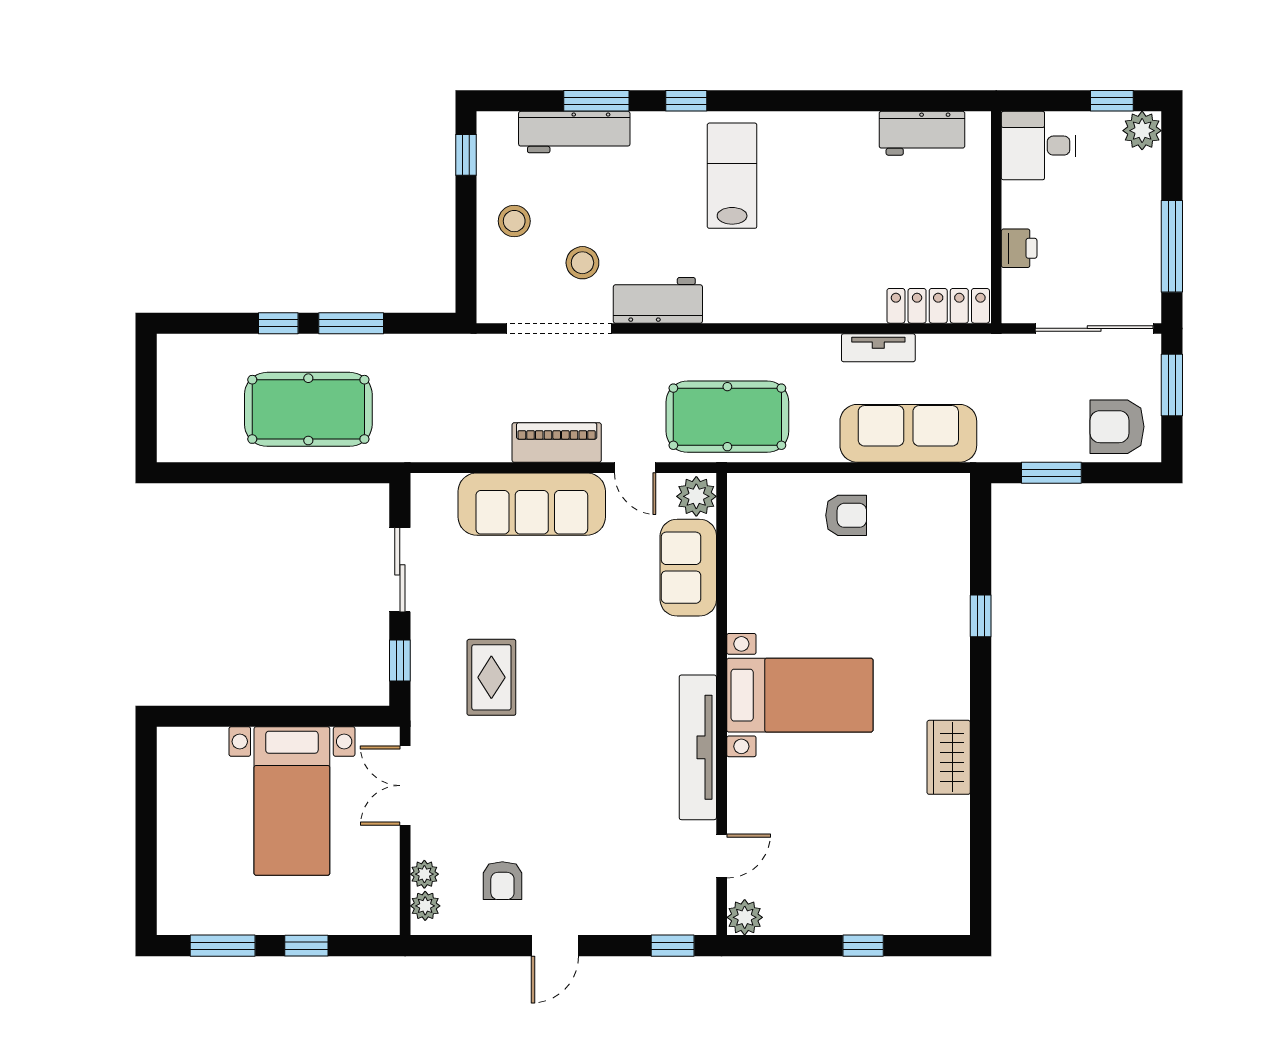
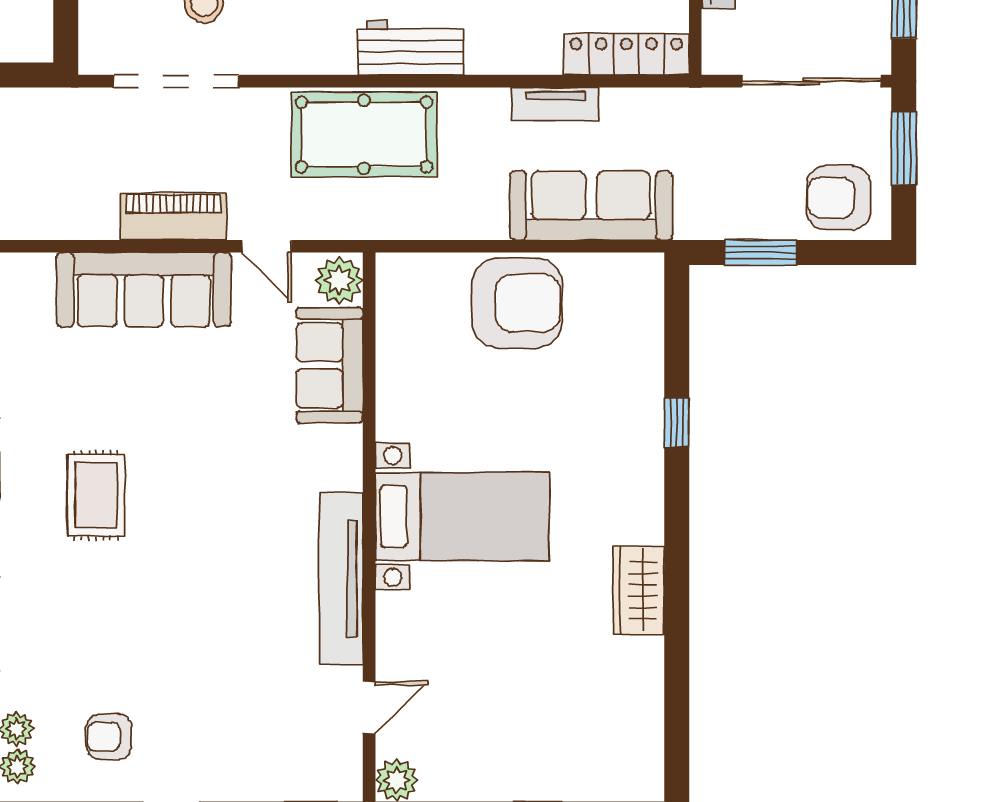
workbench: (658, 300) -> (411, 48), moved
pool table: (727, 417) -> (364, 134), moved
armchair: (846, 515) -> (517, 303), width x1.88, depth x1.88
armchair: (502, 881) -> (109, 737), turned 90

